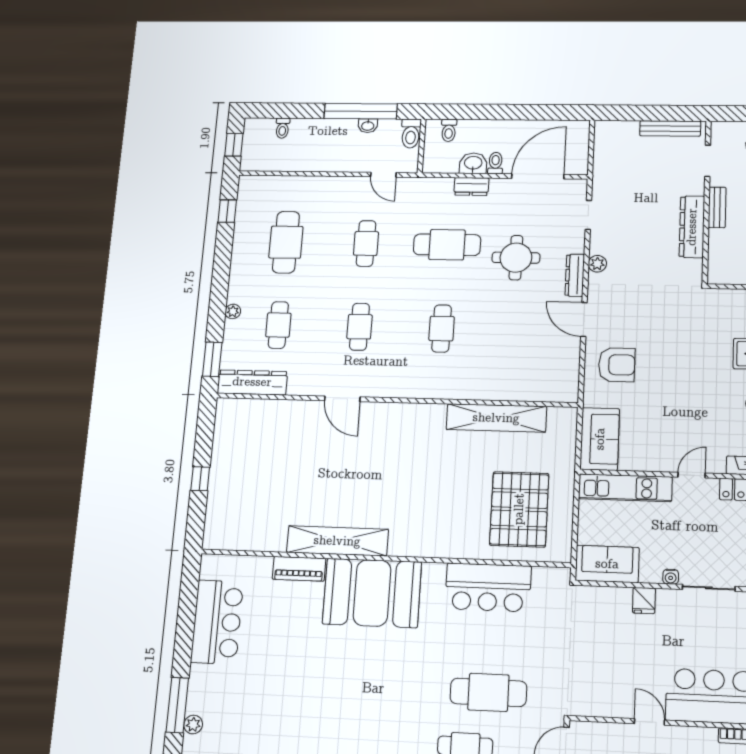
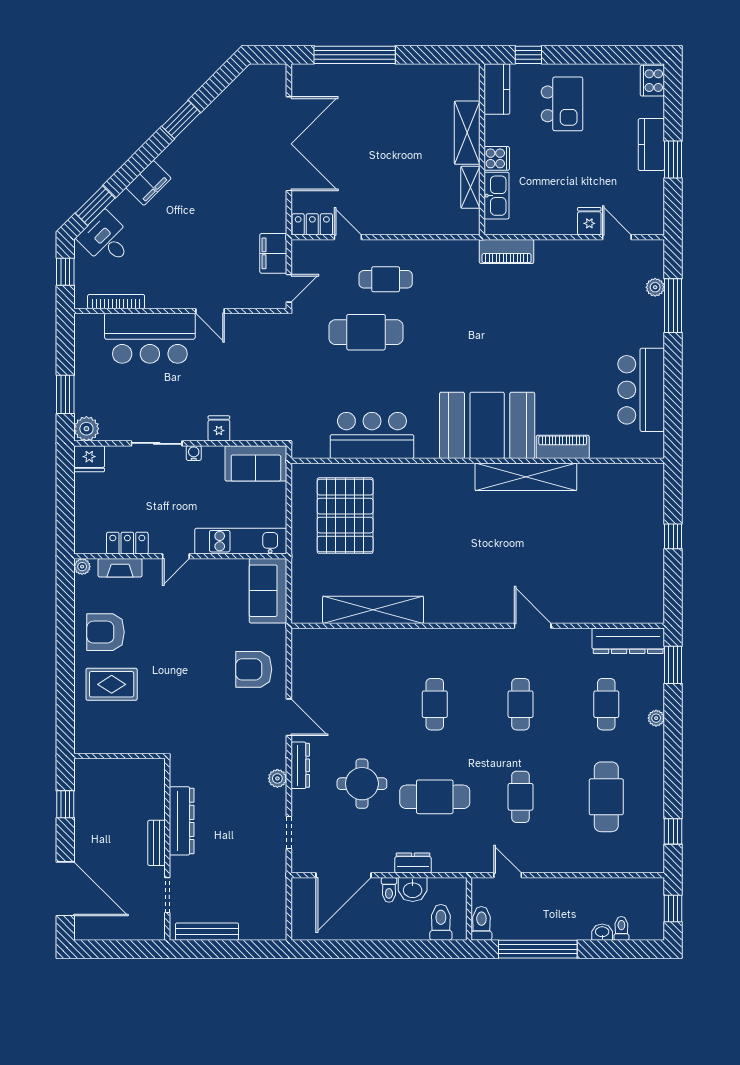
washbasin: (368, 126) -> (602, 932), moved
toilet: (449, 130) -> (441, 922), width x1.37, depth x1.39

